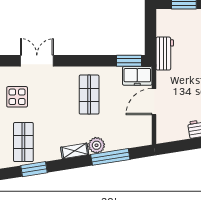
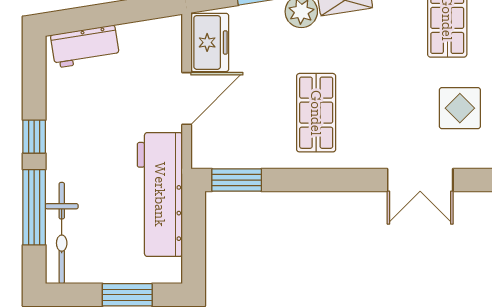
workbench: (165, 54) -> (160, 194), width x1.88, depth x1.32
freezer: (137, 76) -> (210, 42), moved, turned 90

